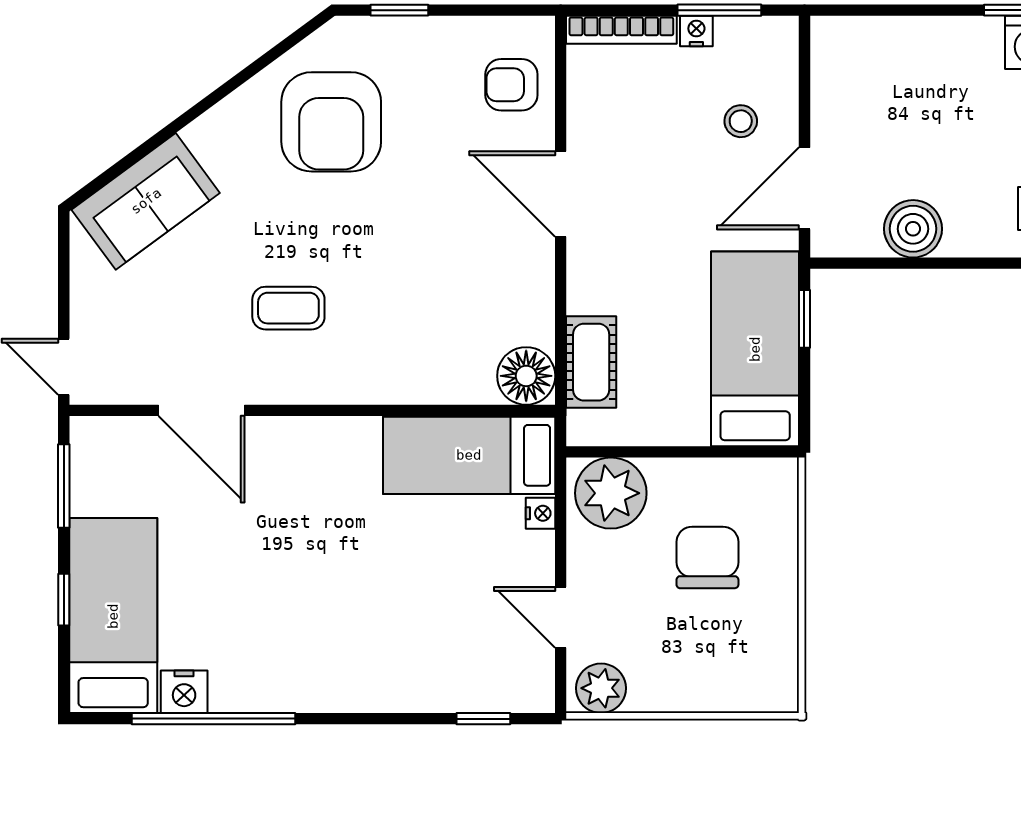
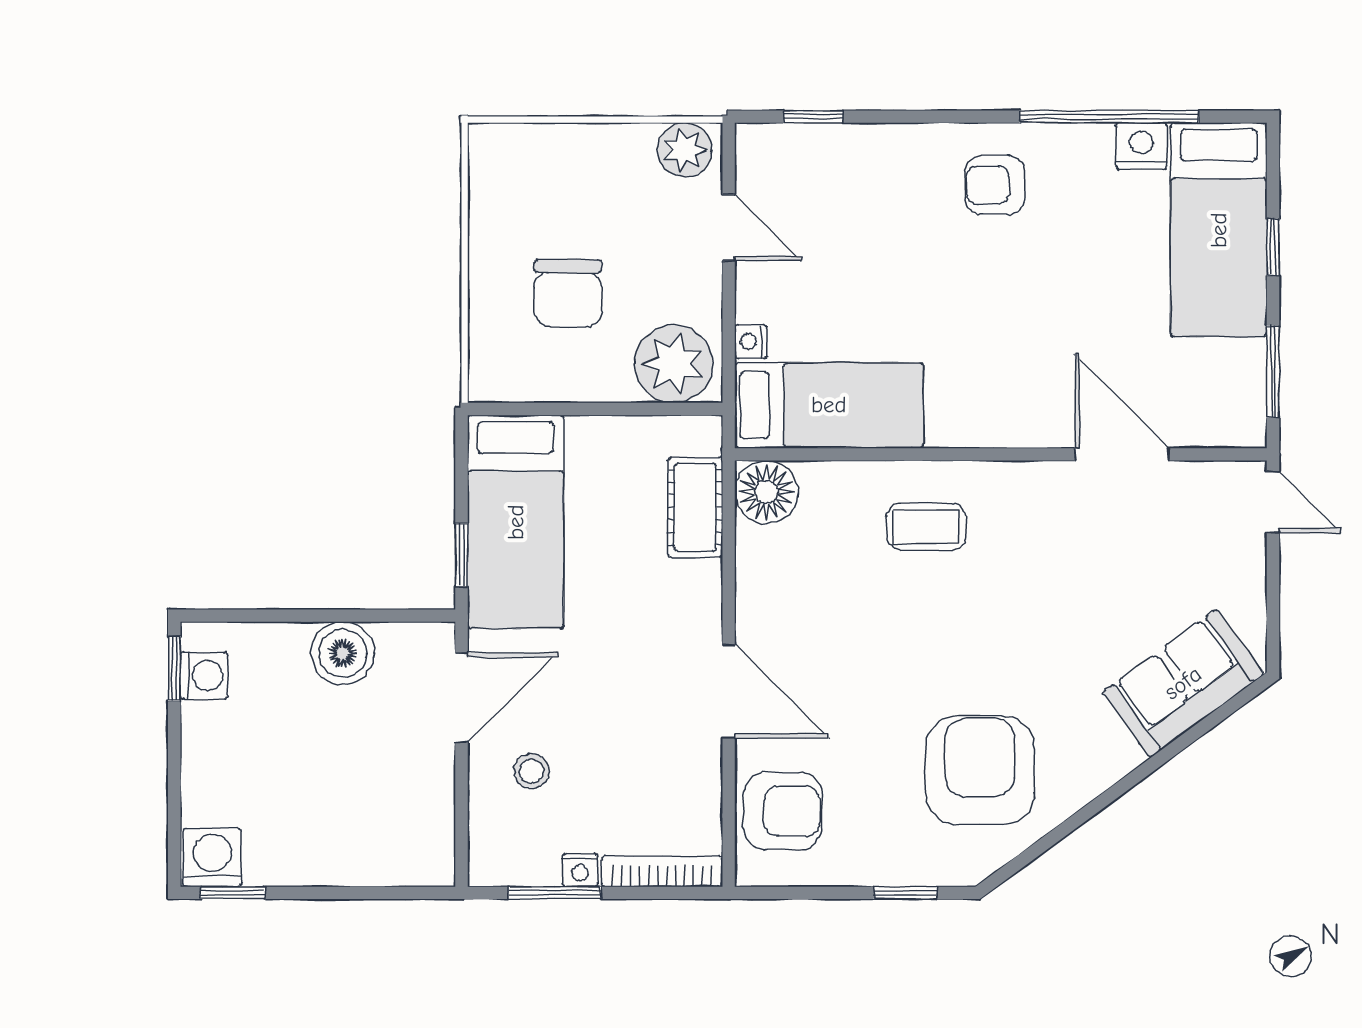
armchair: (511, 85) -> (783, 811), width x1.38, depth x1.38
coffee table: (288, 308) -> (926, 527), moved
armchair: (318, 656) -> (995, 185), added

